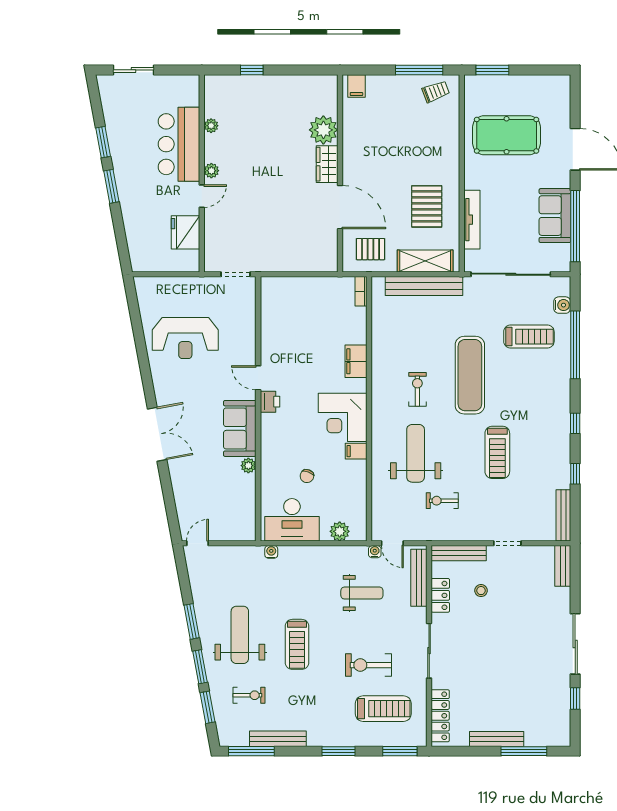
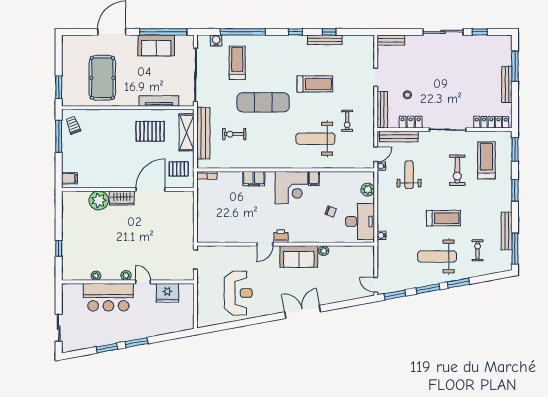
pallet: (371, 249) -> (179, 169), turned 90
exercise bike: (417, 389) -> (234, 134), moved
bench: (563, 515) -> (325, 40), moved
window: (207, 707) -> (395, 295), moved

